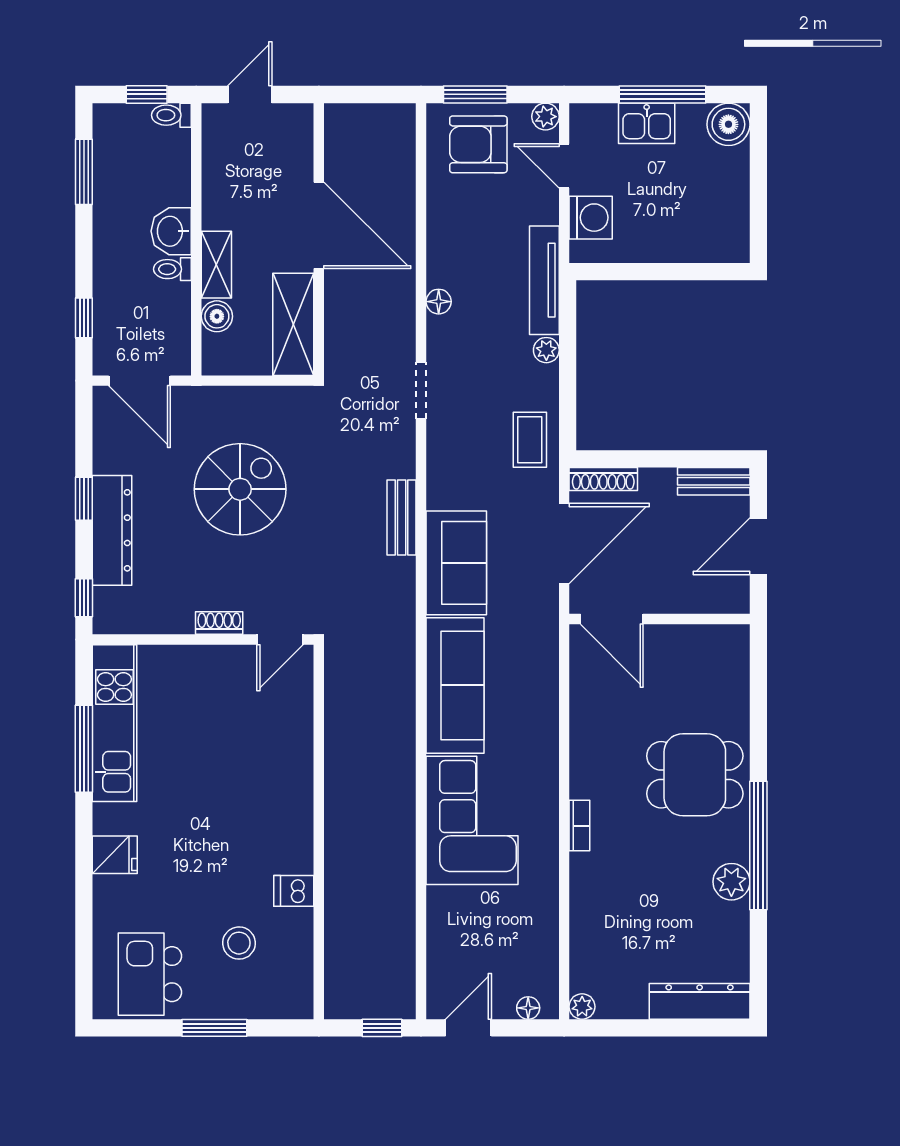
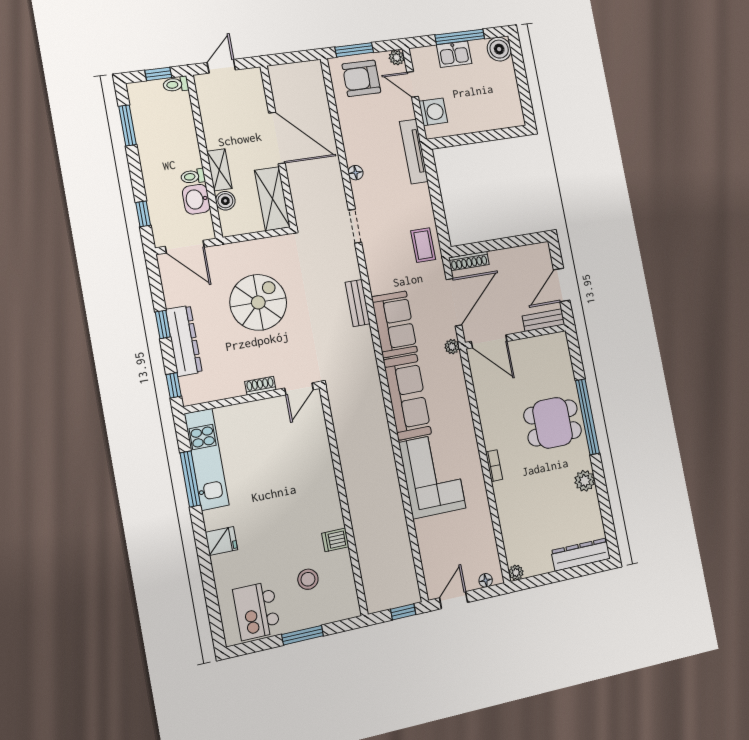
washbasin: (171, 231) -> (196, 199), moved
plant: (546, 350) -> (452, 347), moved
bench: (714, 481) -> (543, 320), moved
window: (758, 846) -> (587, 417), moved

